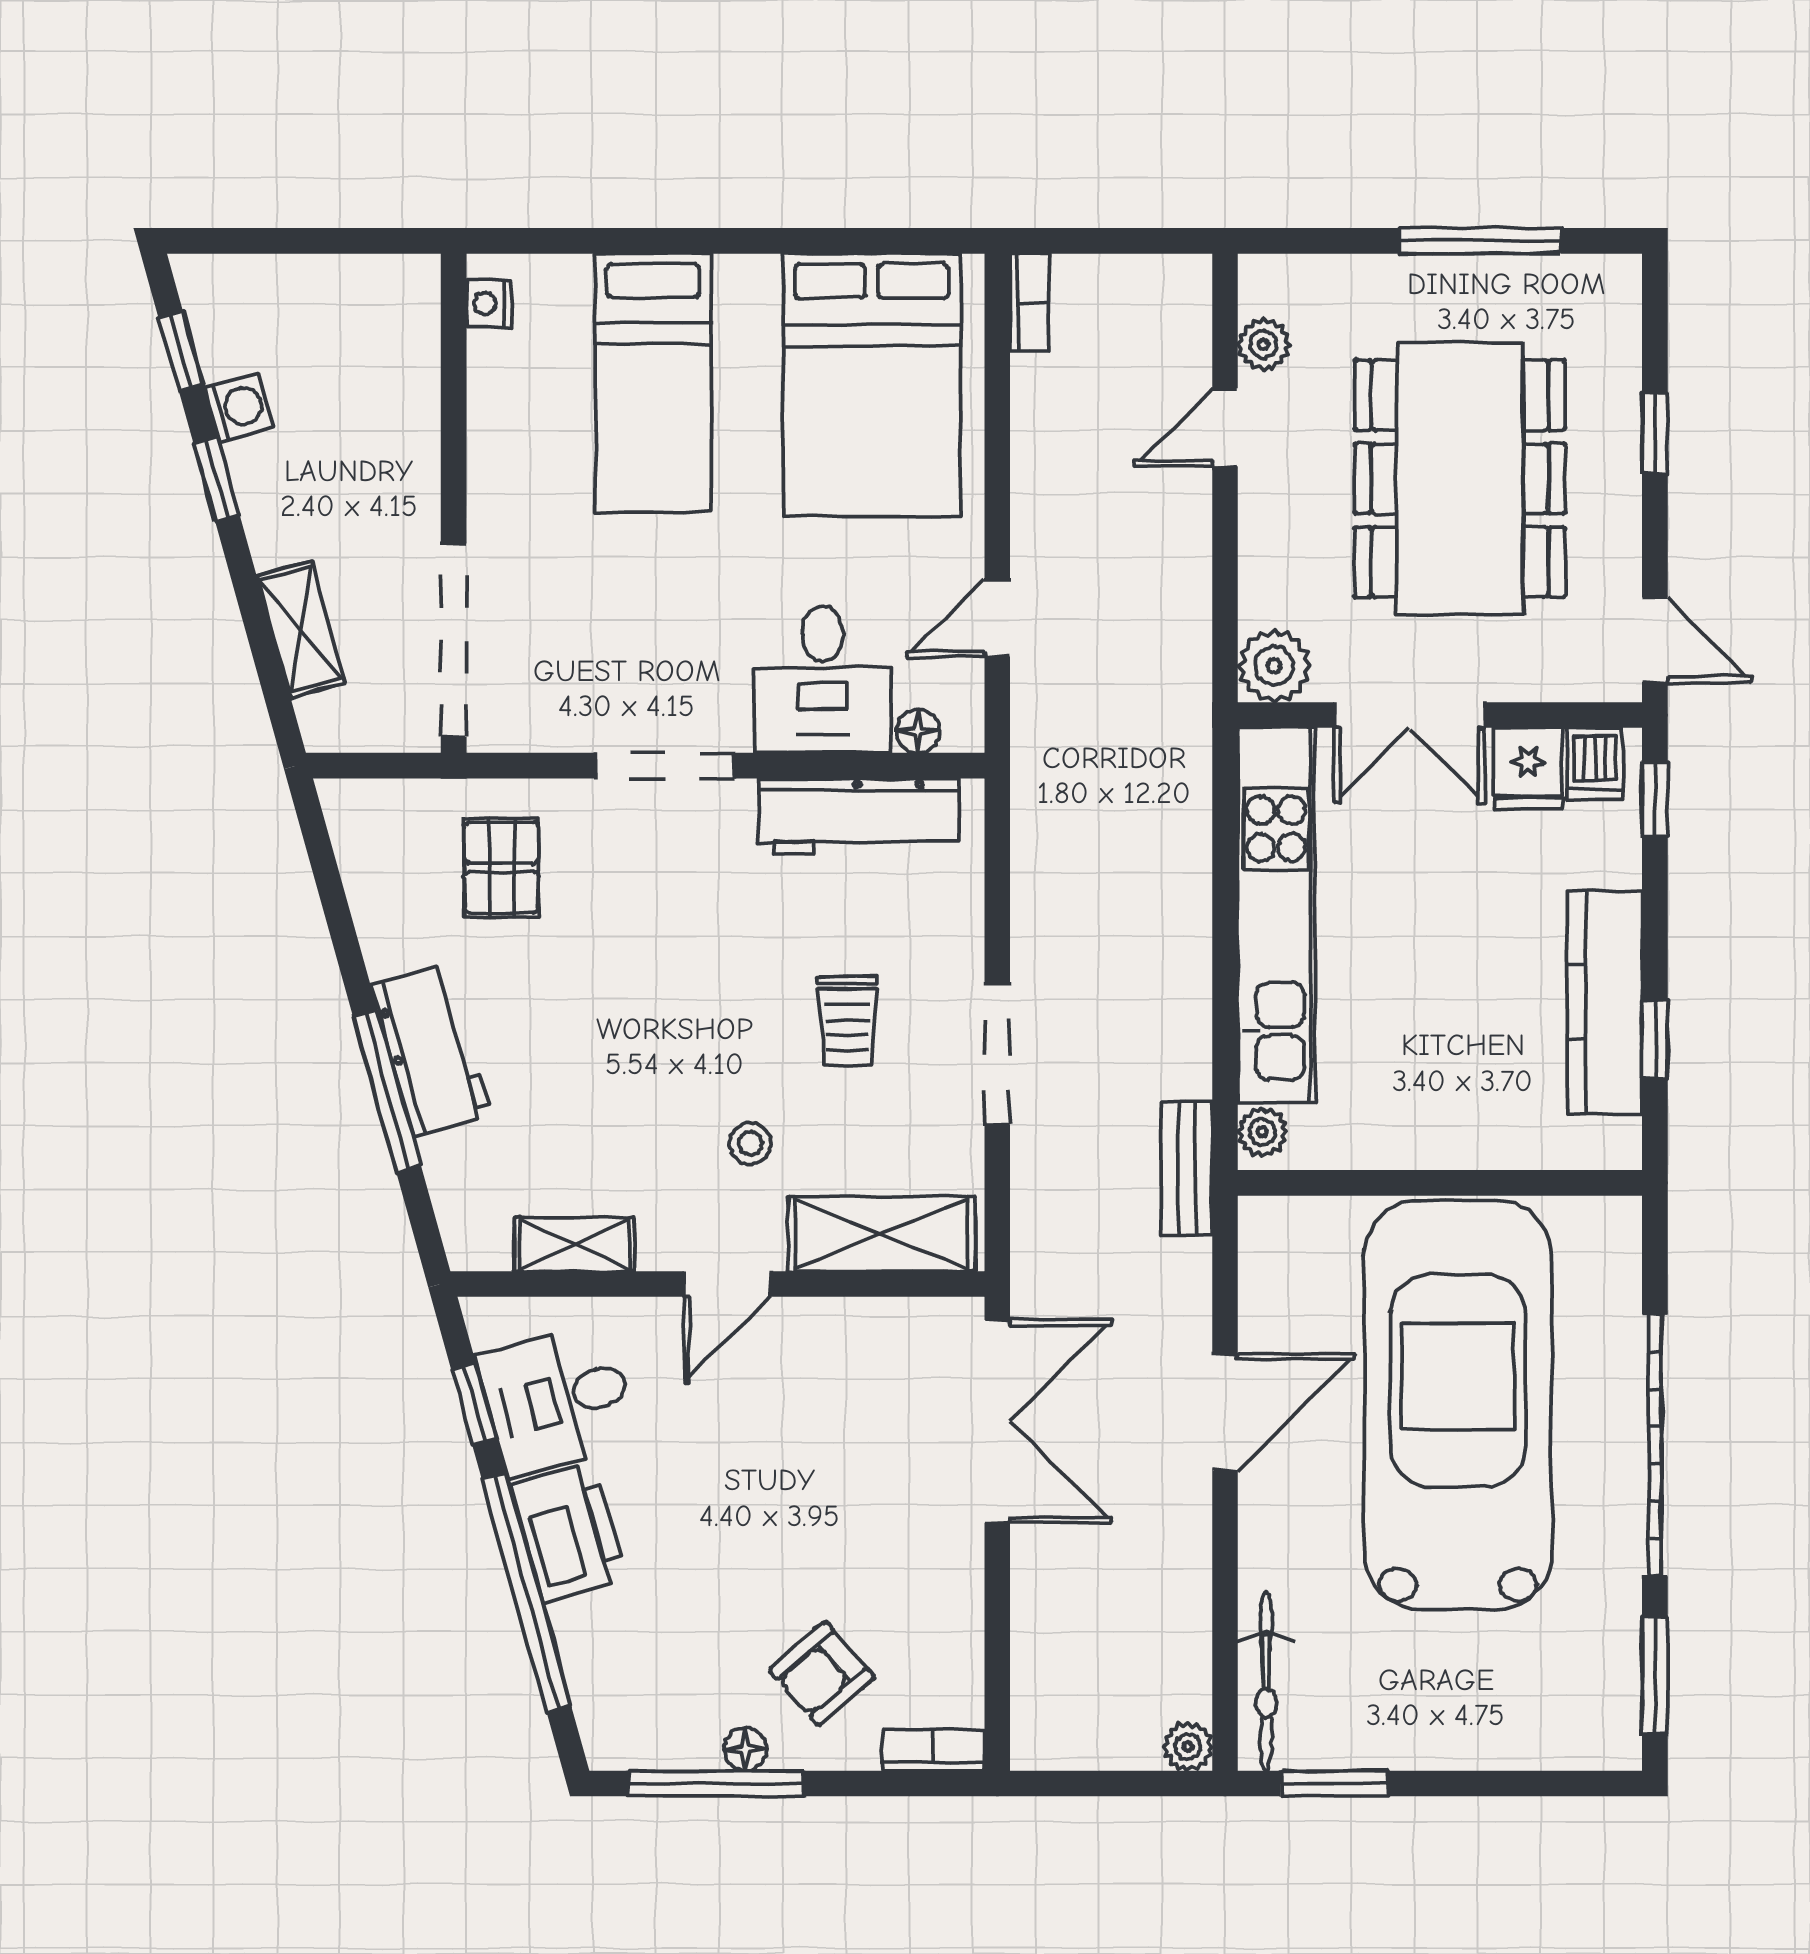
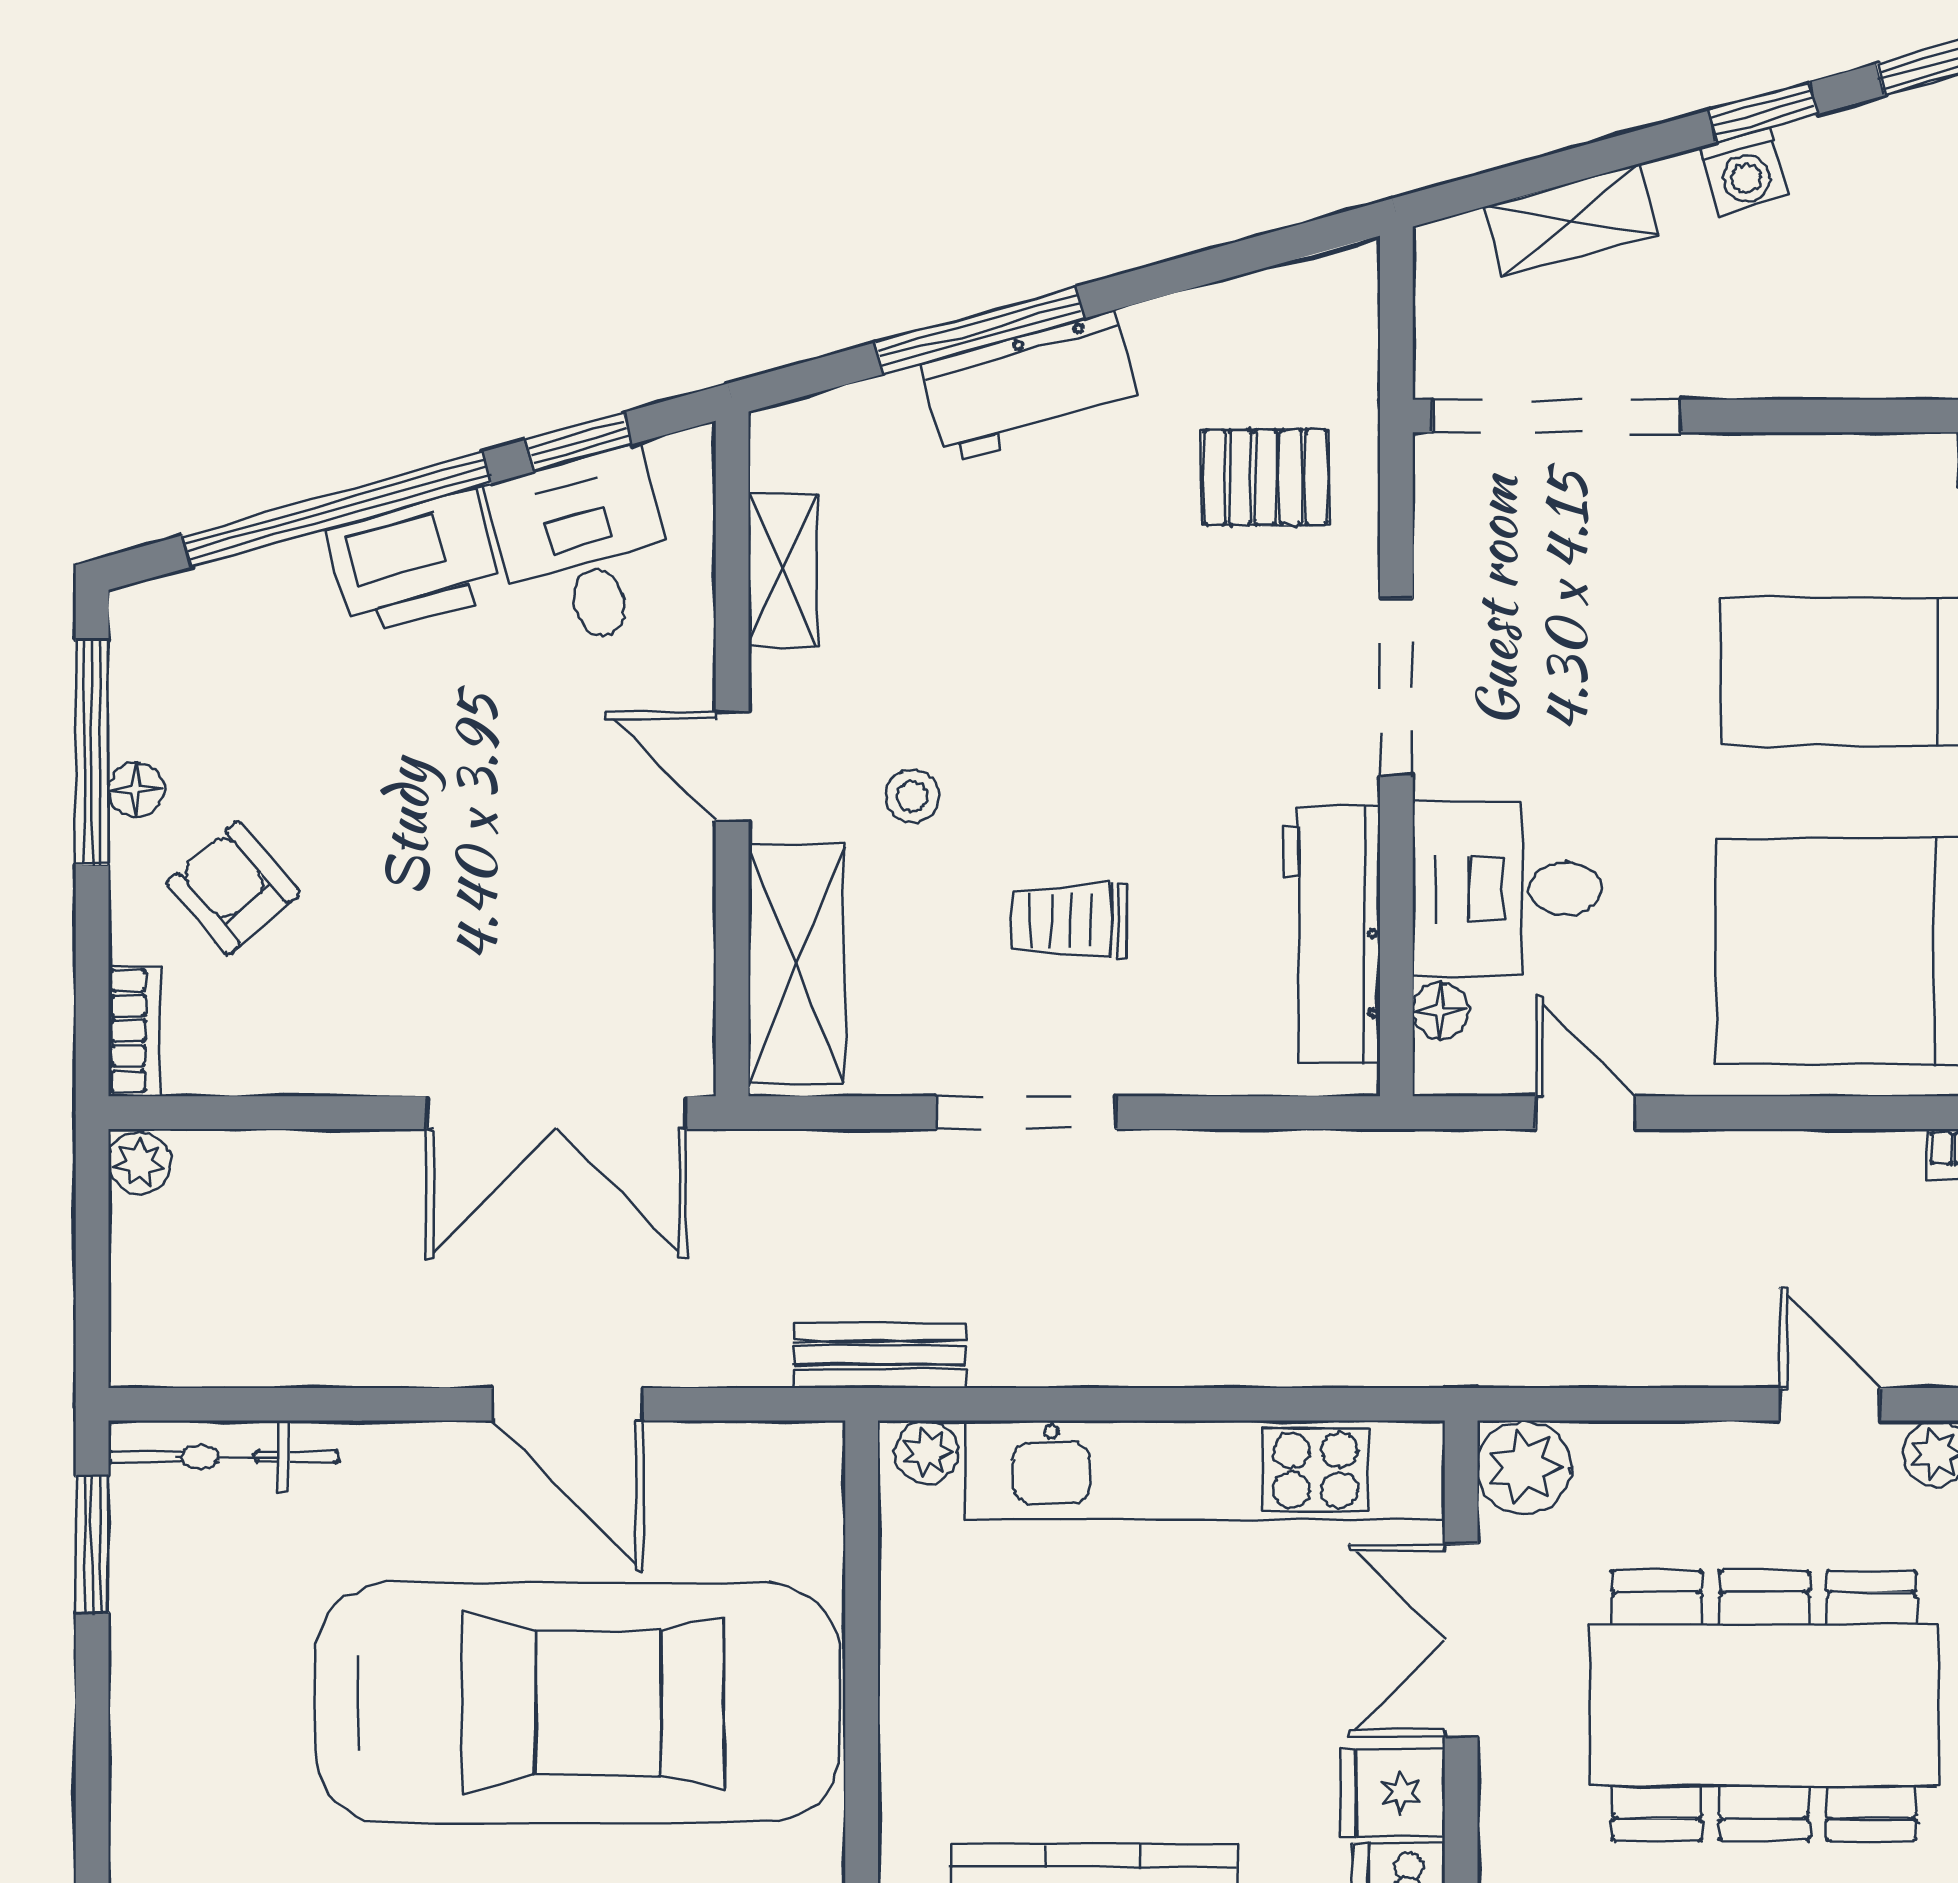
washing machine: (239, 407) -> (1745, 172), moved
plant: (1188, 1746) -> (140, 1163), moved

